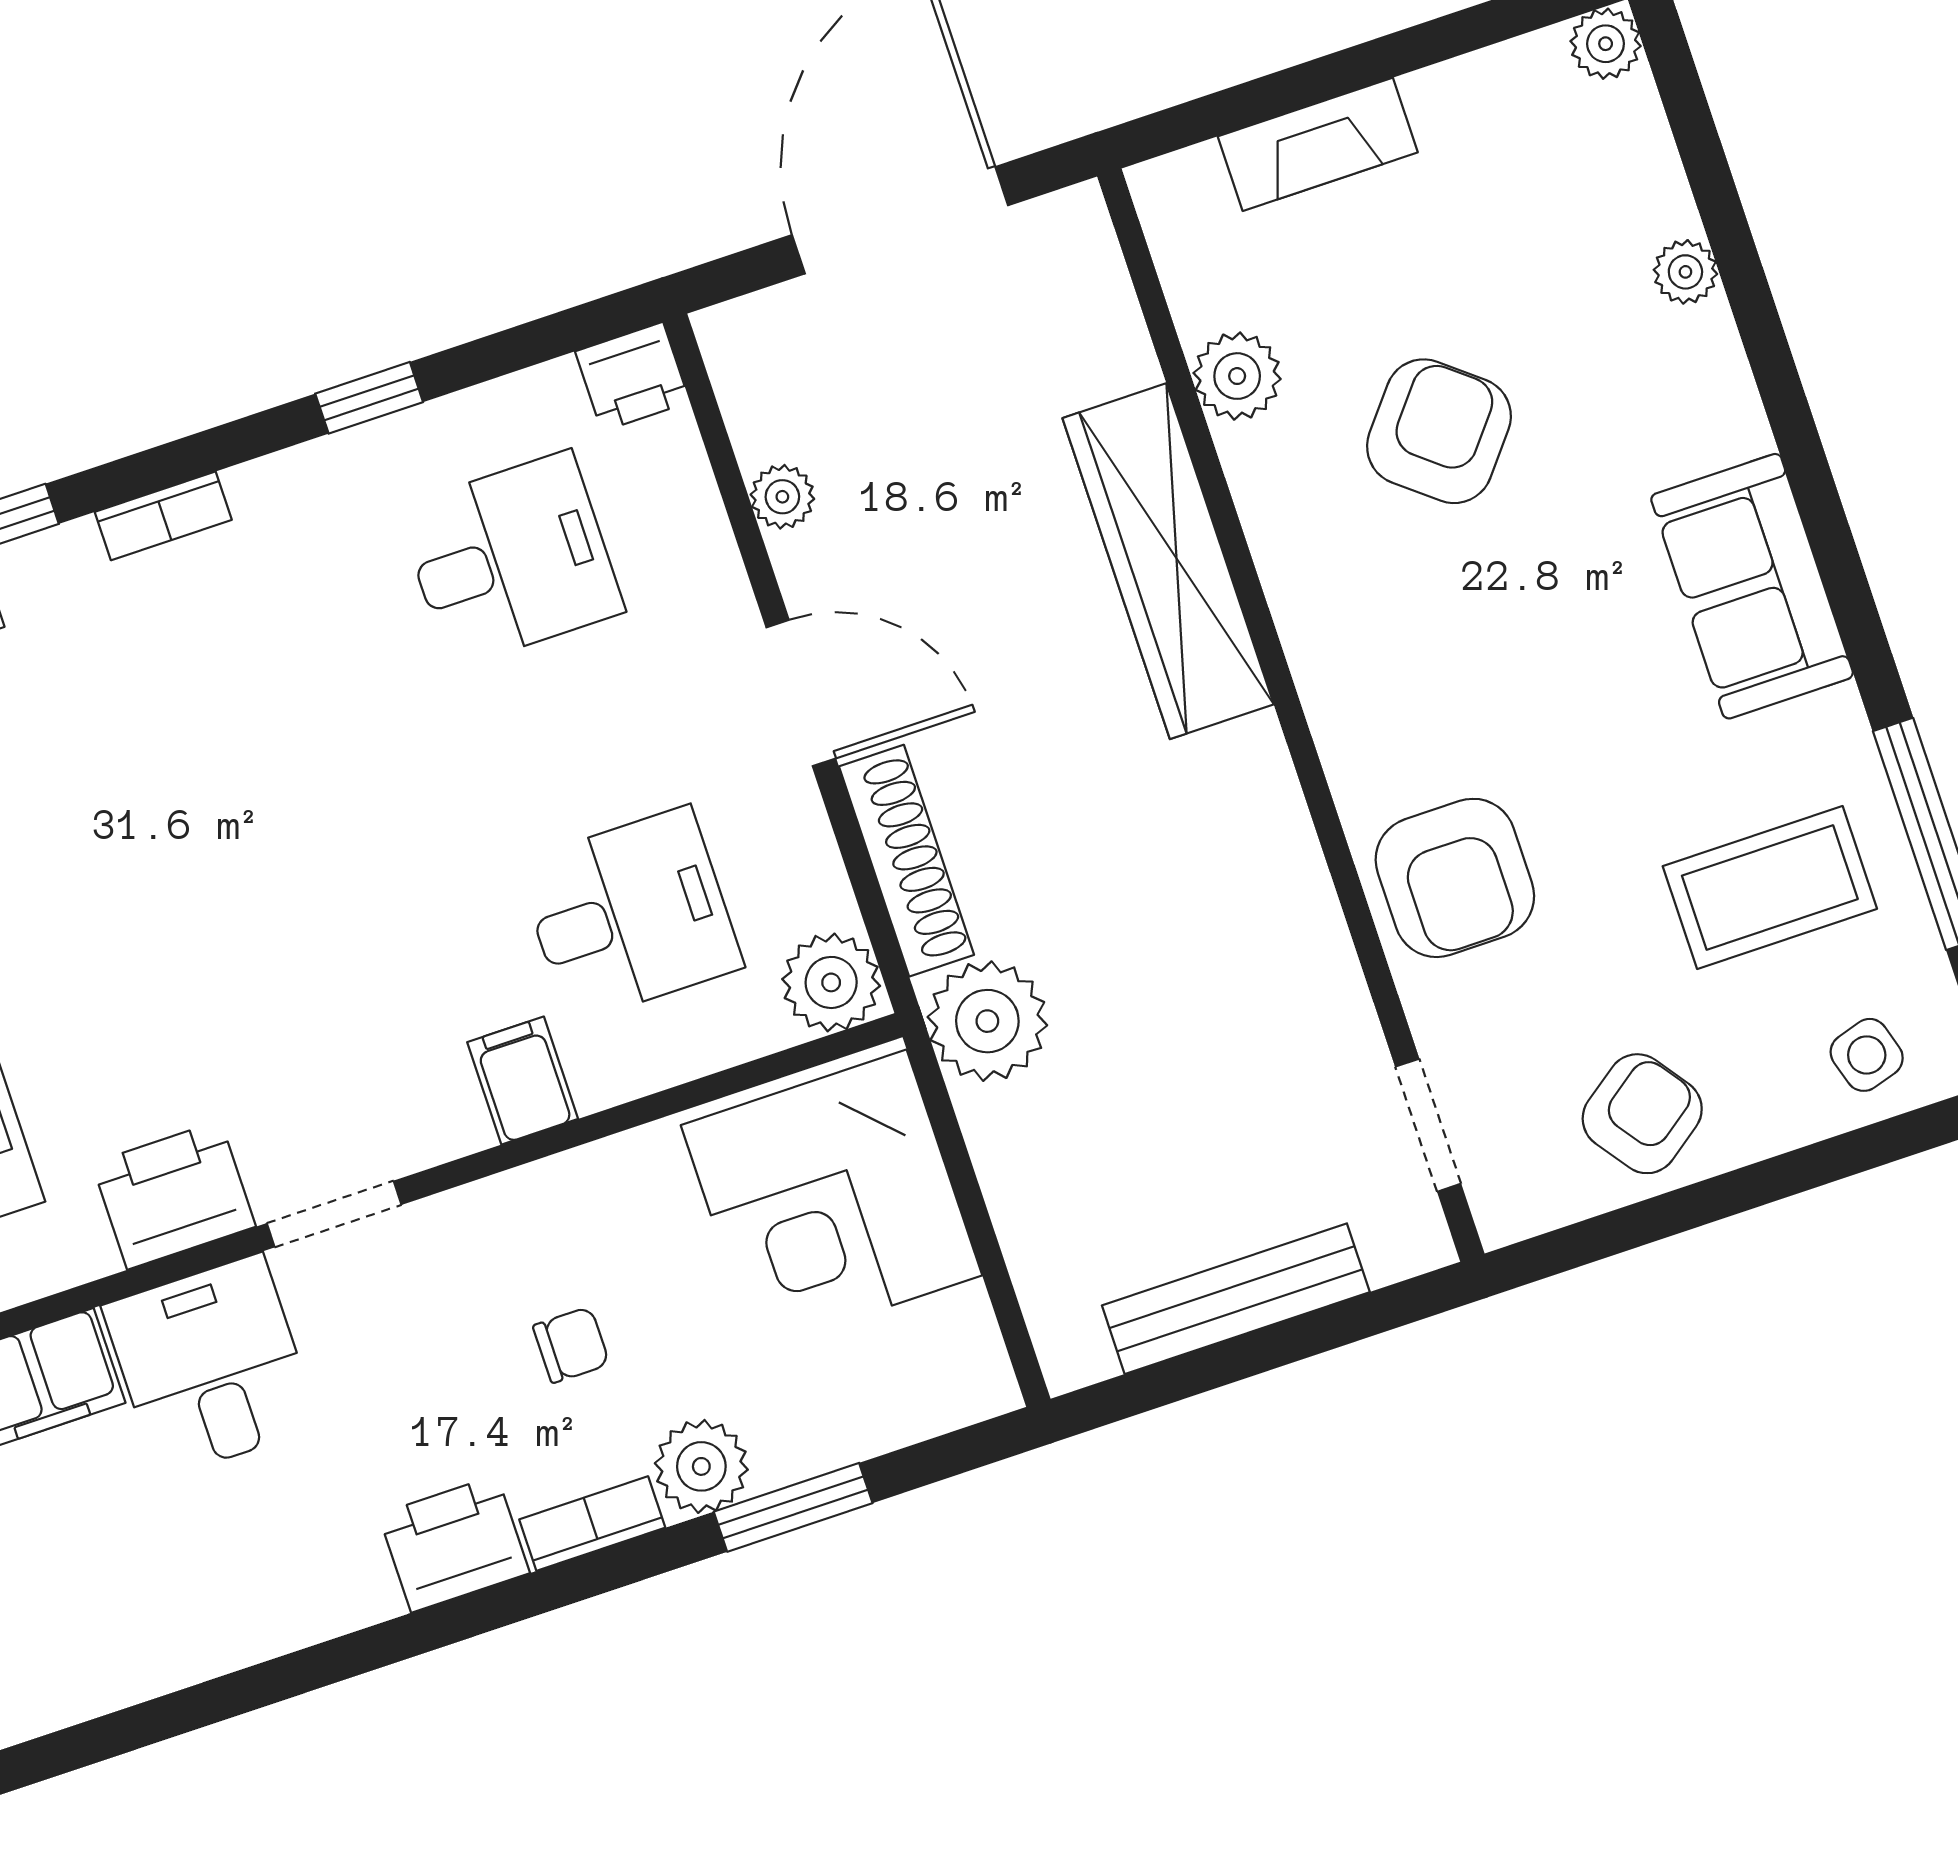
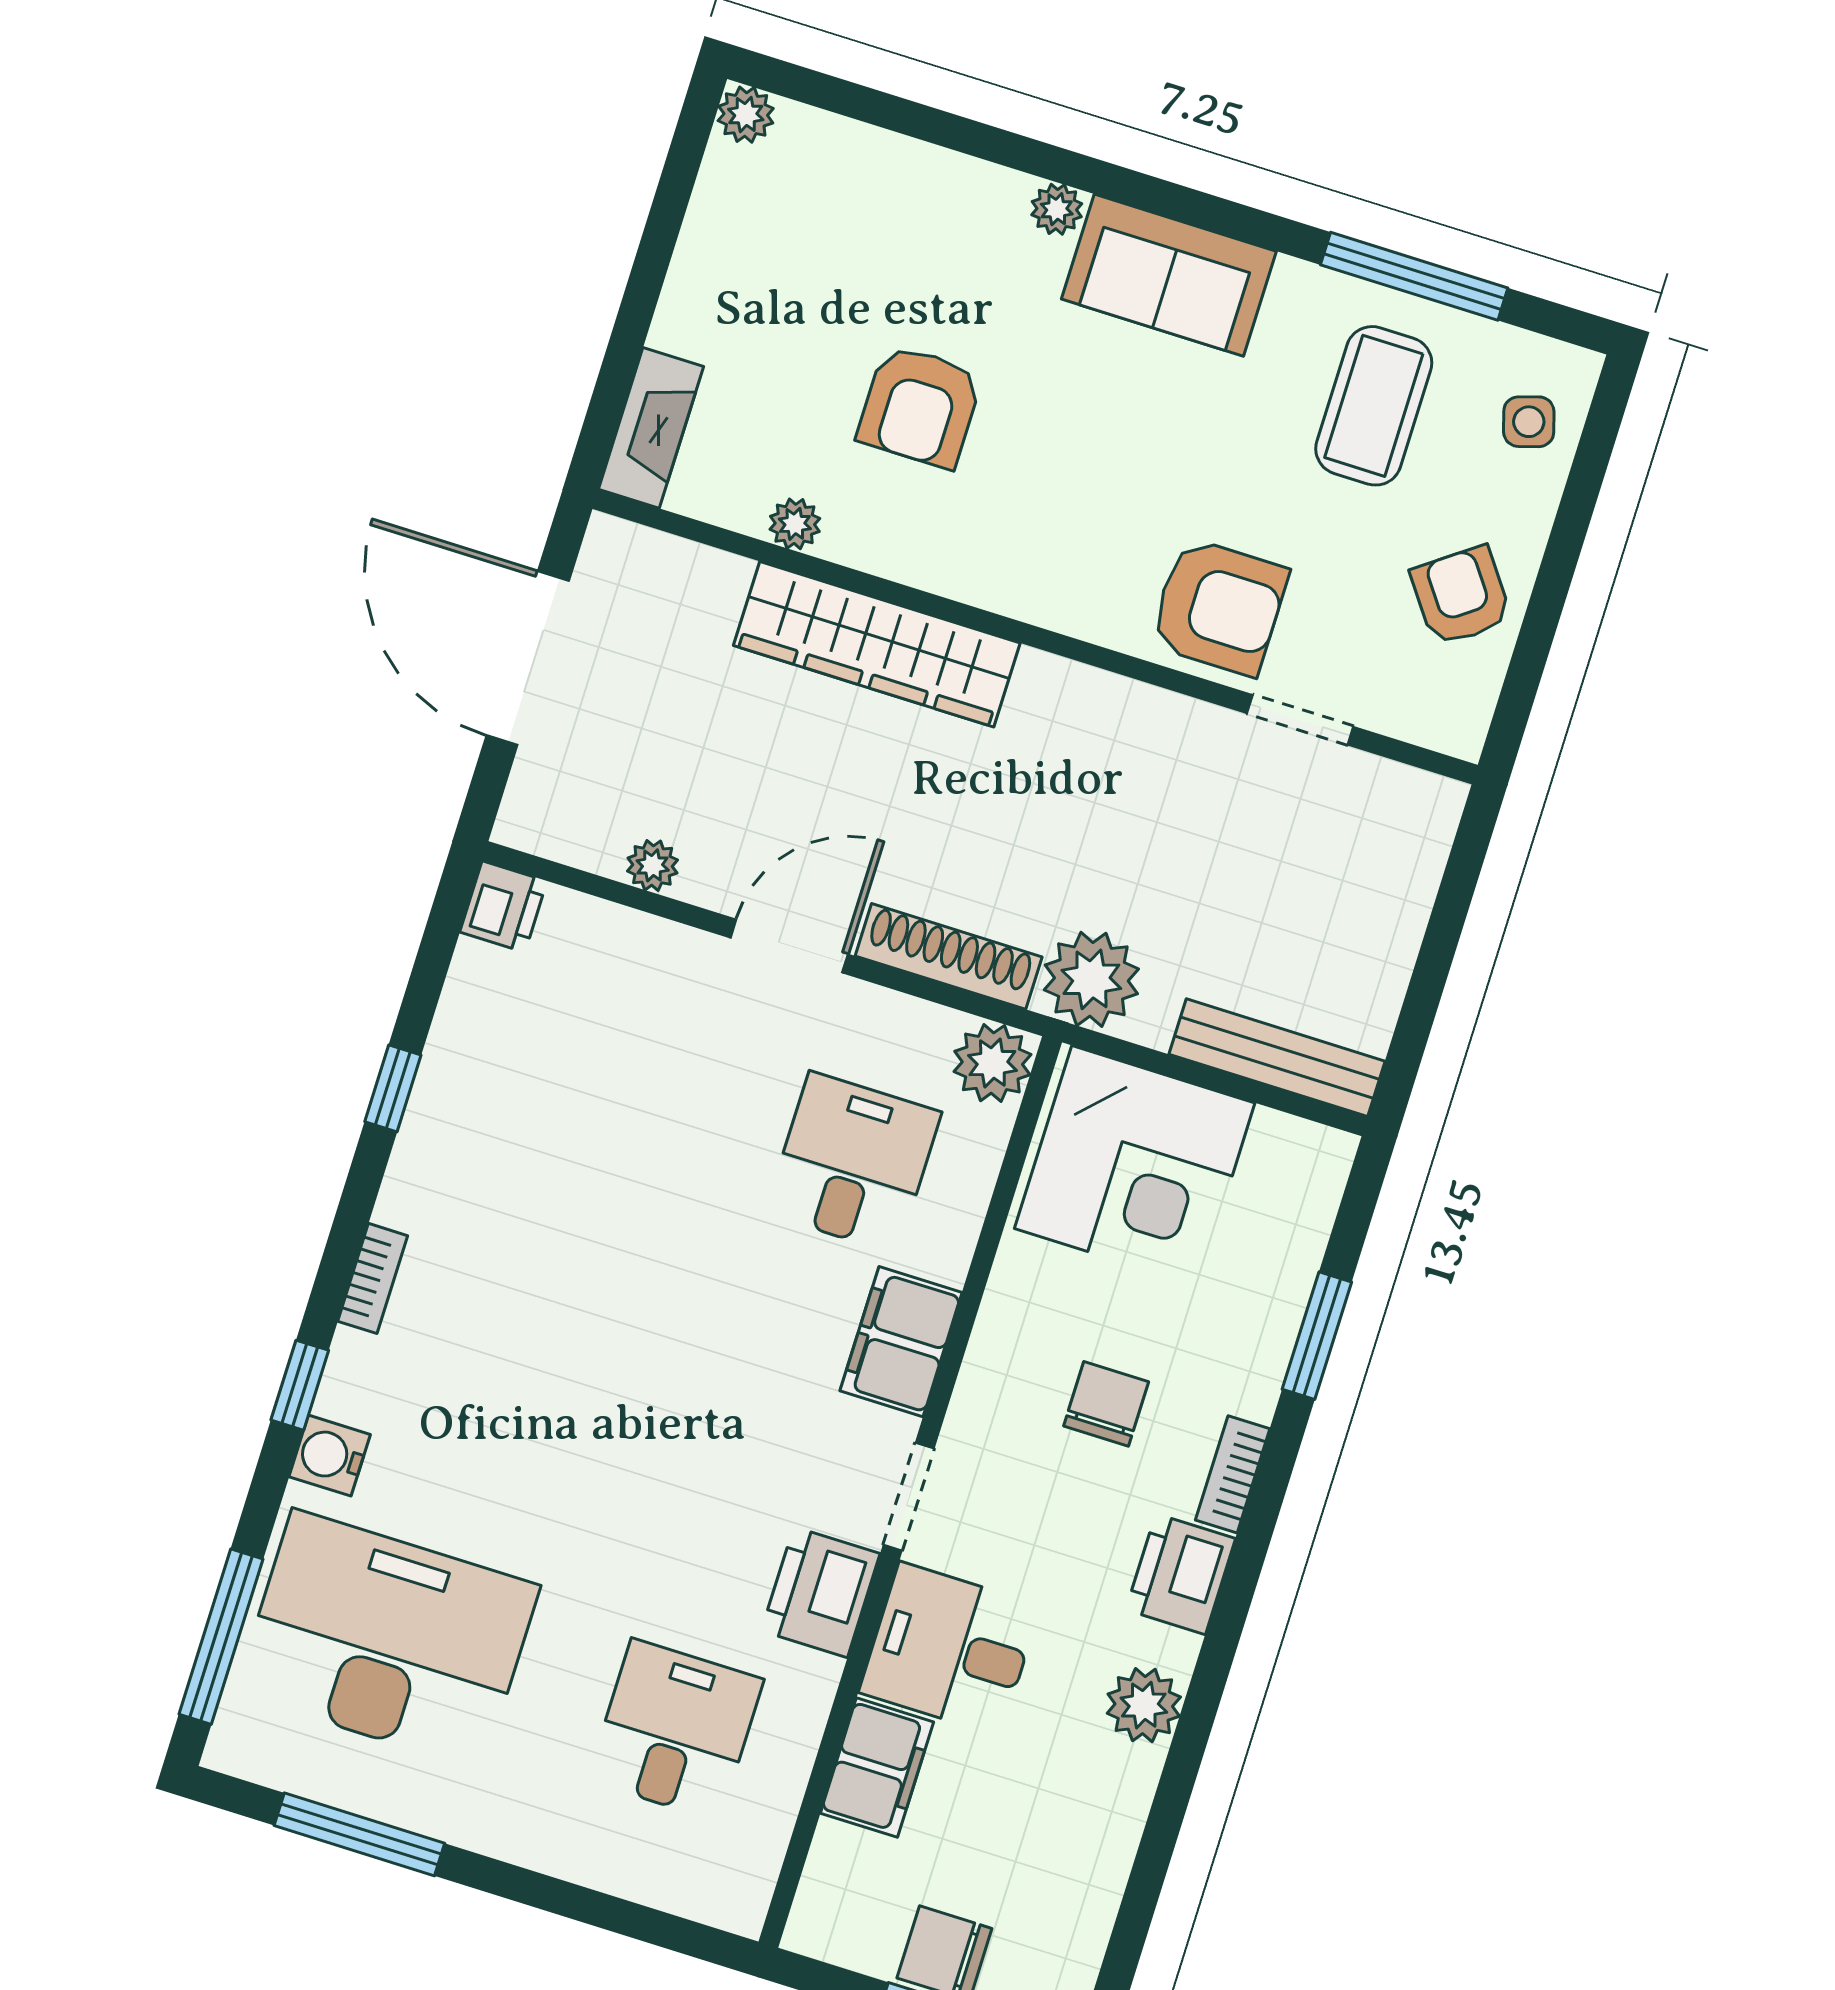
fireplace: (1318, 144) -> (651, 428), moved
plant: (1685, 272) -> (1057, 209), moved
plant: (1237, 376) -> (795, 524), width x0.73, depth x0.73
armchair: (1439, 431) -> (920, 406), turned -129
desk: (511, 560) -> (565, 1072), removed
filing cabinet: (523, 1081) -> (901, 1342), width x2.00
doorway: (1428, 1125) -> (1300, 720), moved
bench: (1236, 1299) -> (1277, 1058), moved, turned 90
chair: (571, 1345) -> (1106, 1404), width x1.37, depth x1.37
plant: (701, 1466) -> (1144, 1705), moved

